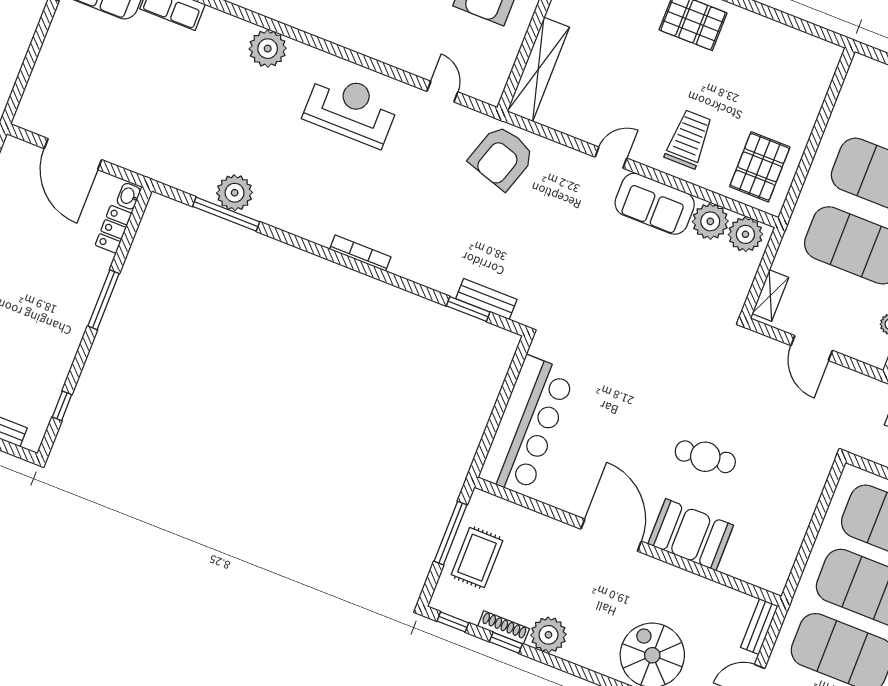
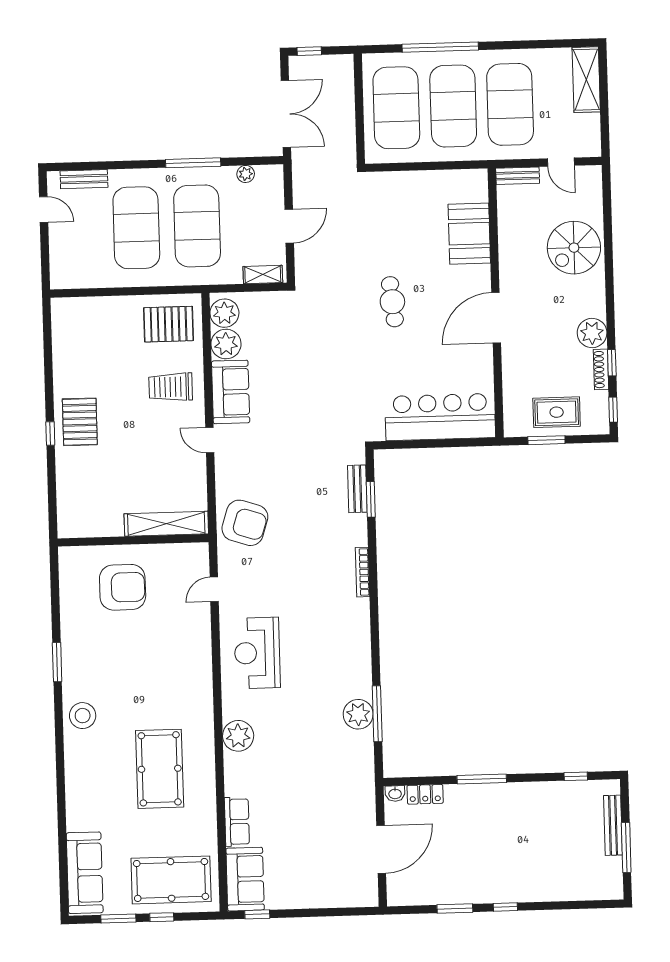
bookcase: (360, 253) -> (363, 572), moved
cafe table: (705, 457) -> (392, 302), moved
window: (451, 533) -> (546, 440), width x0.69
booth: (691, 535) -> (469, 234), moved

